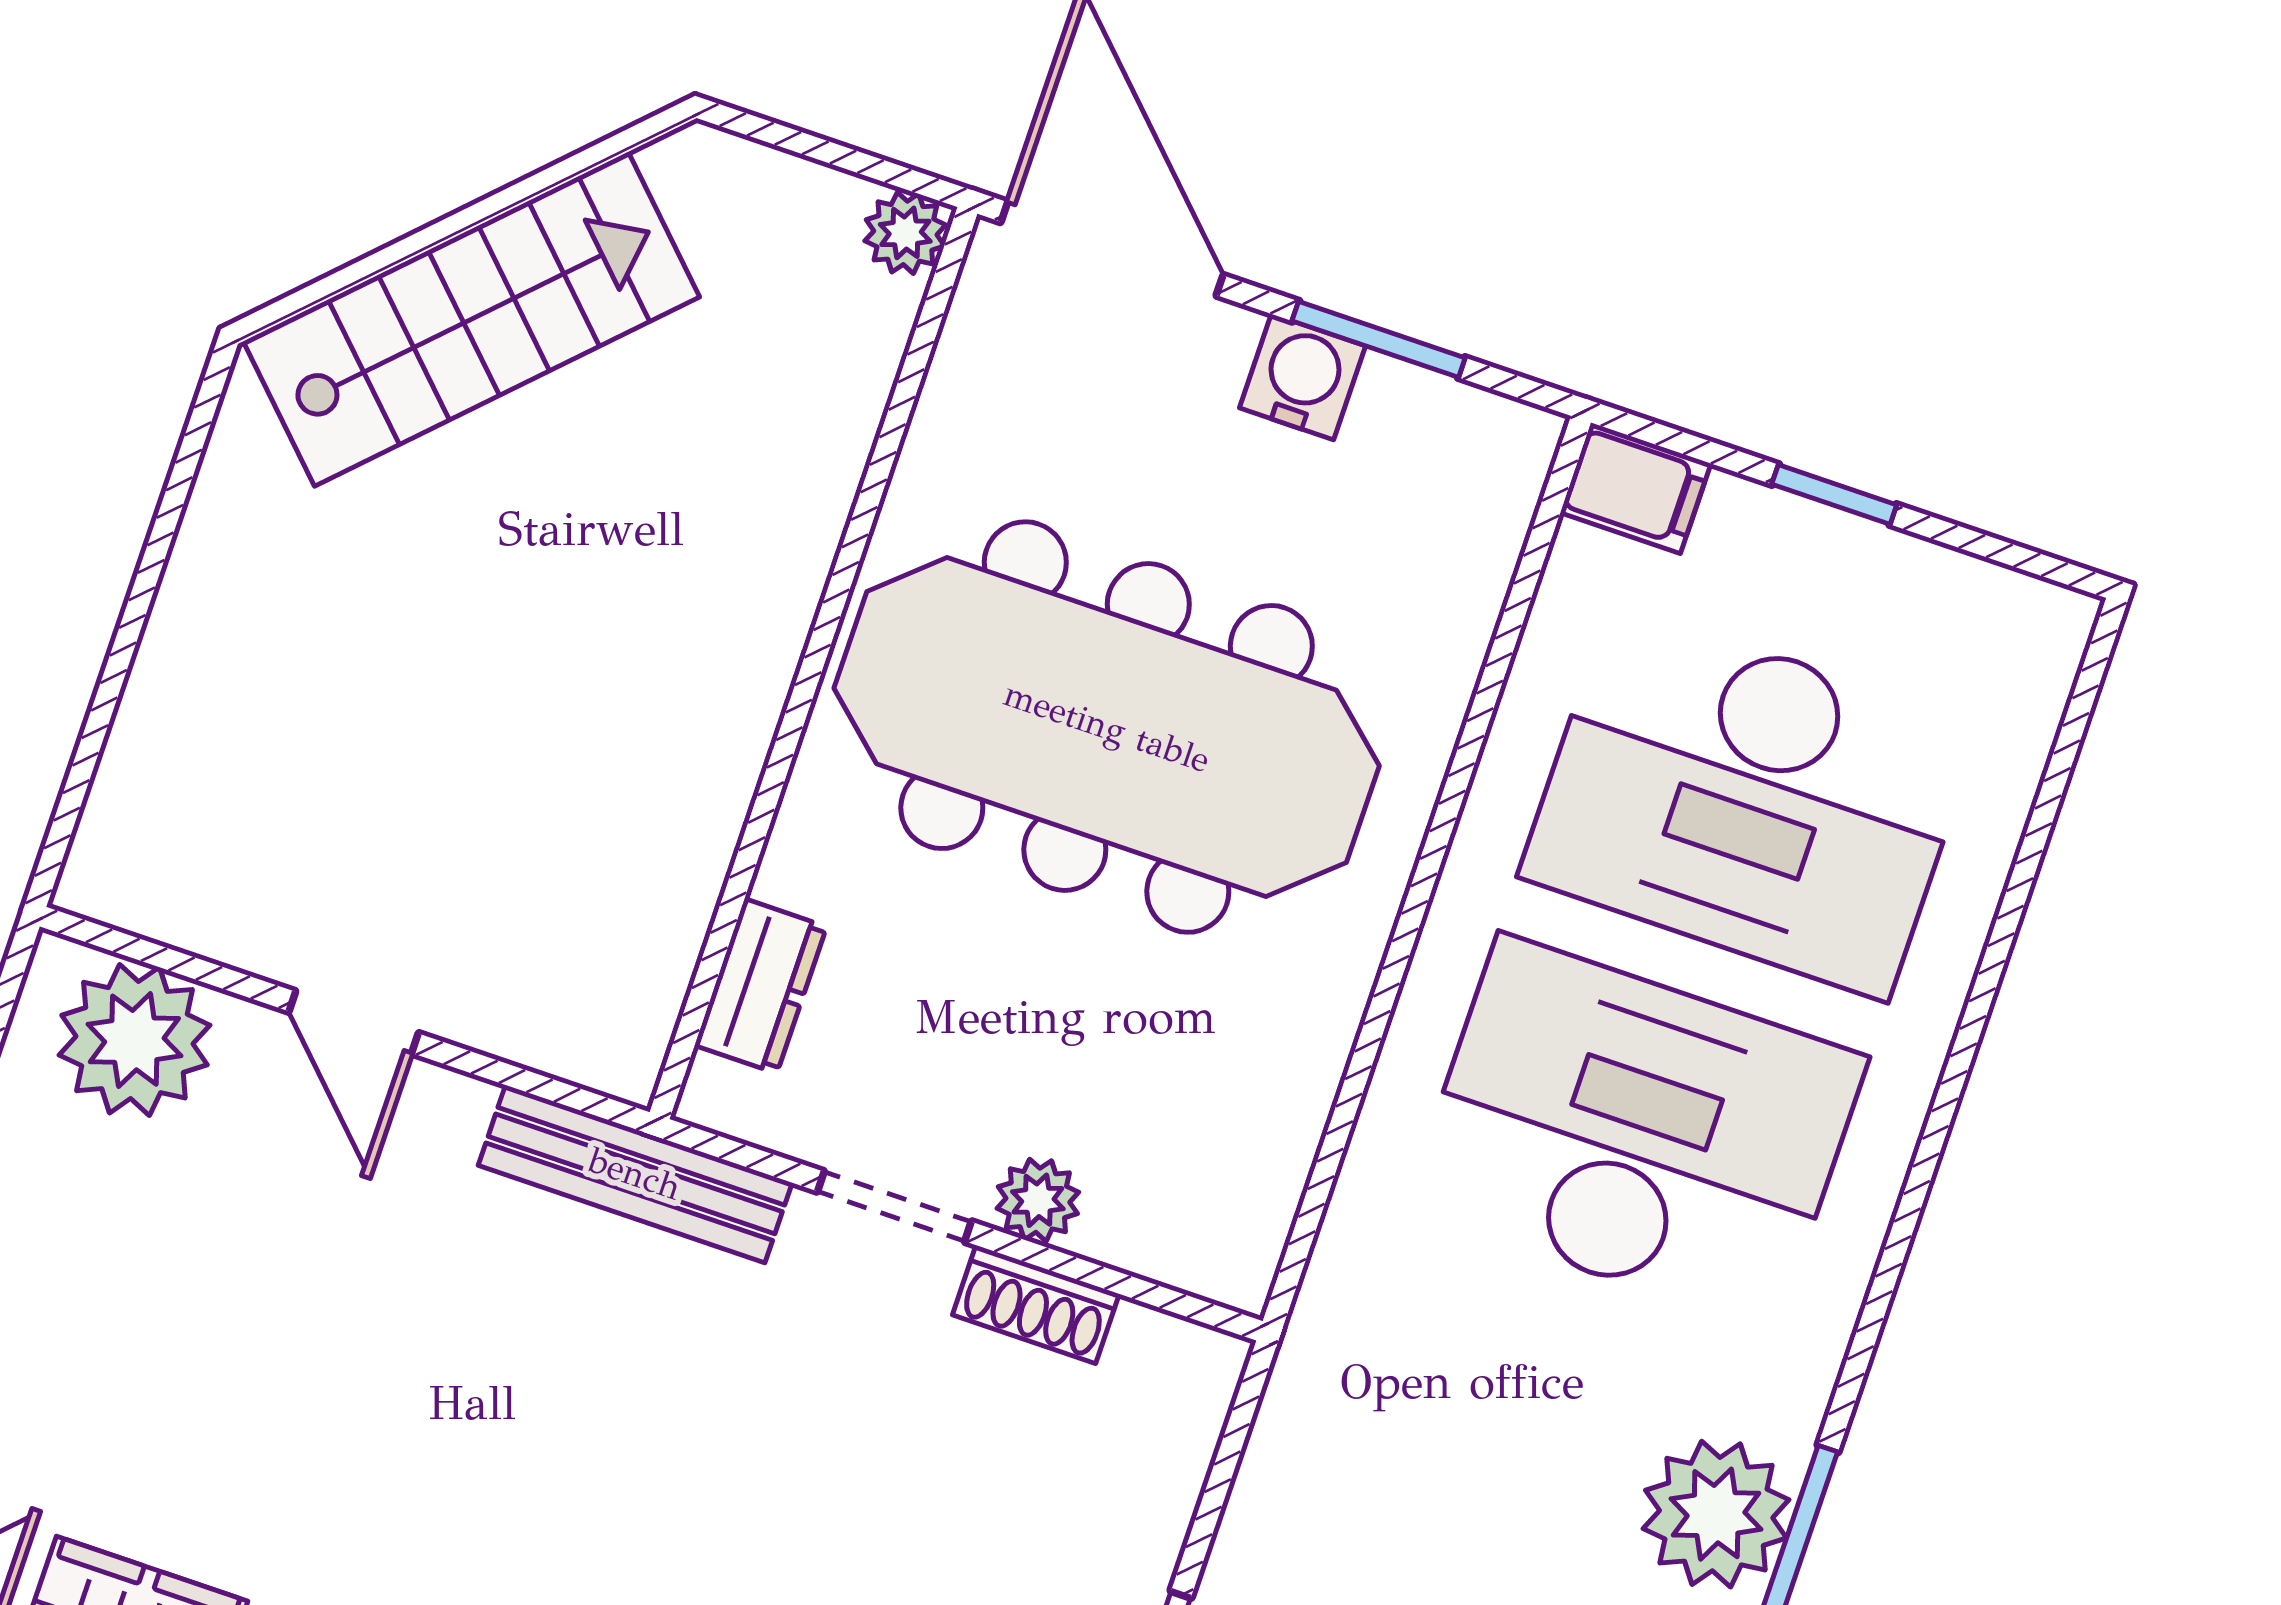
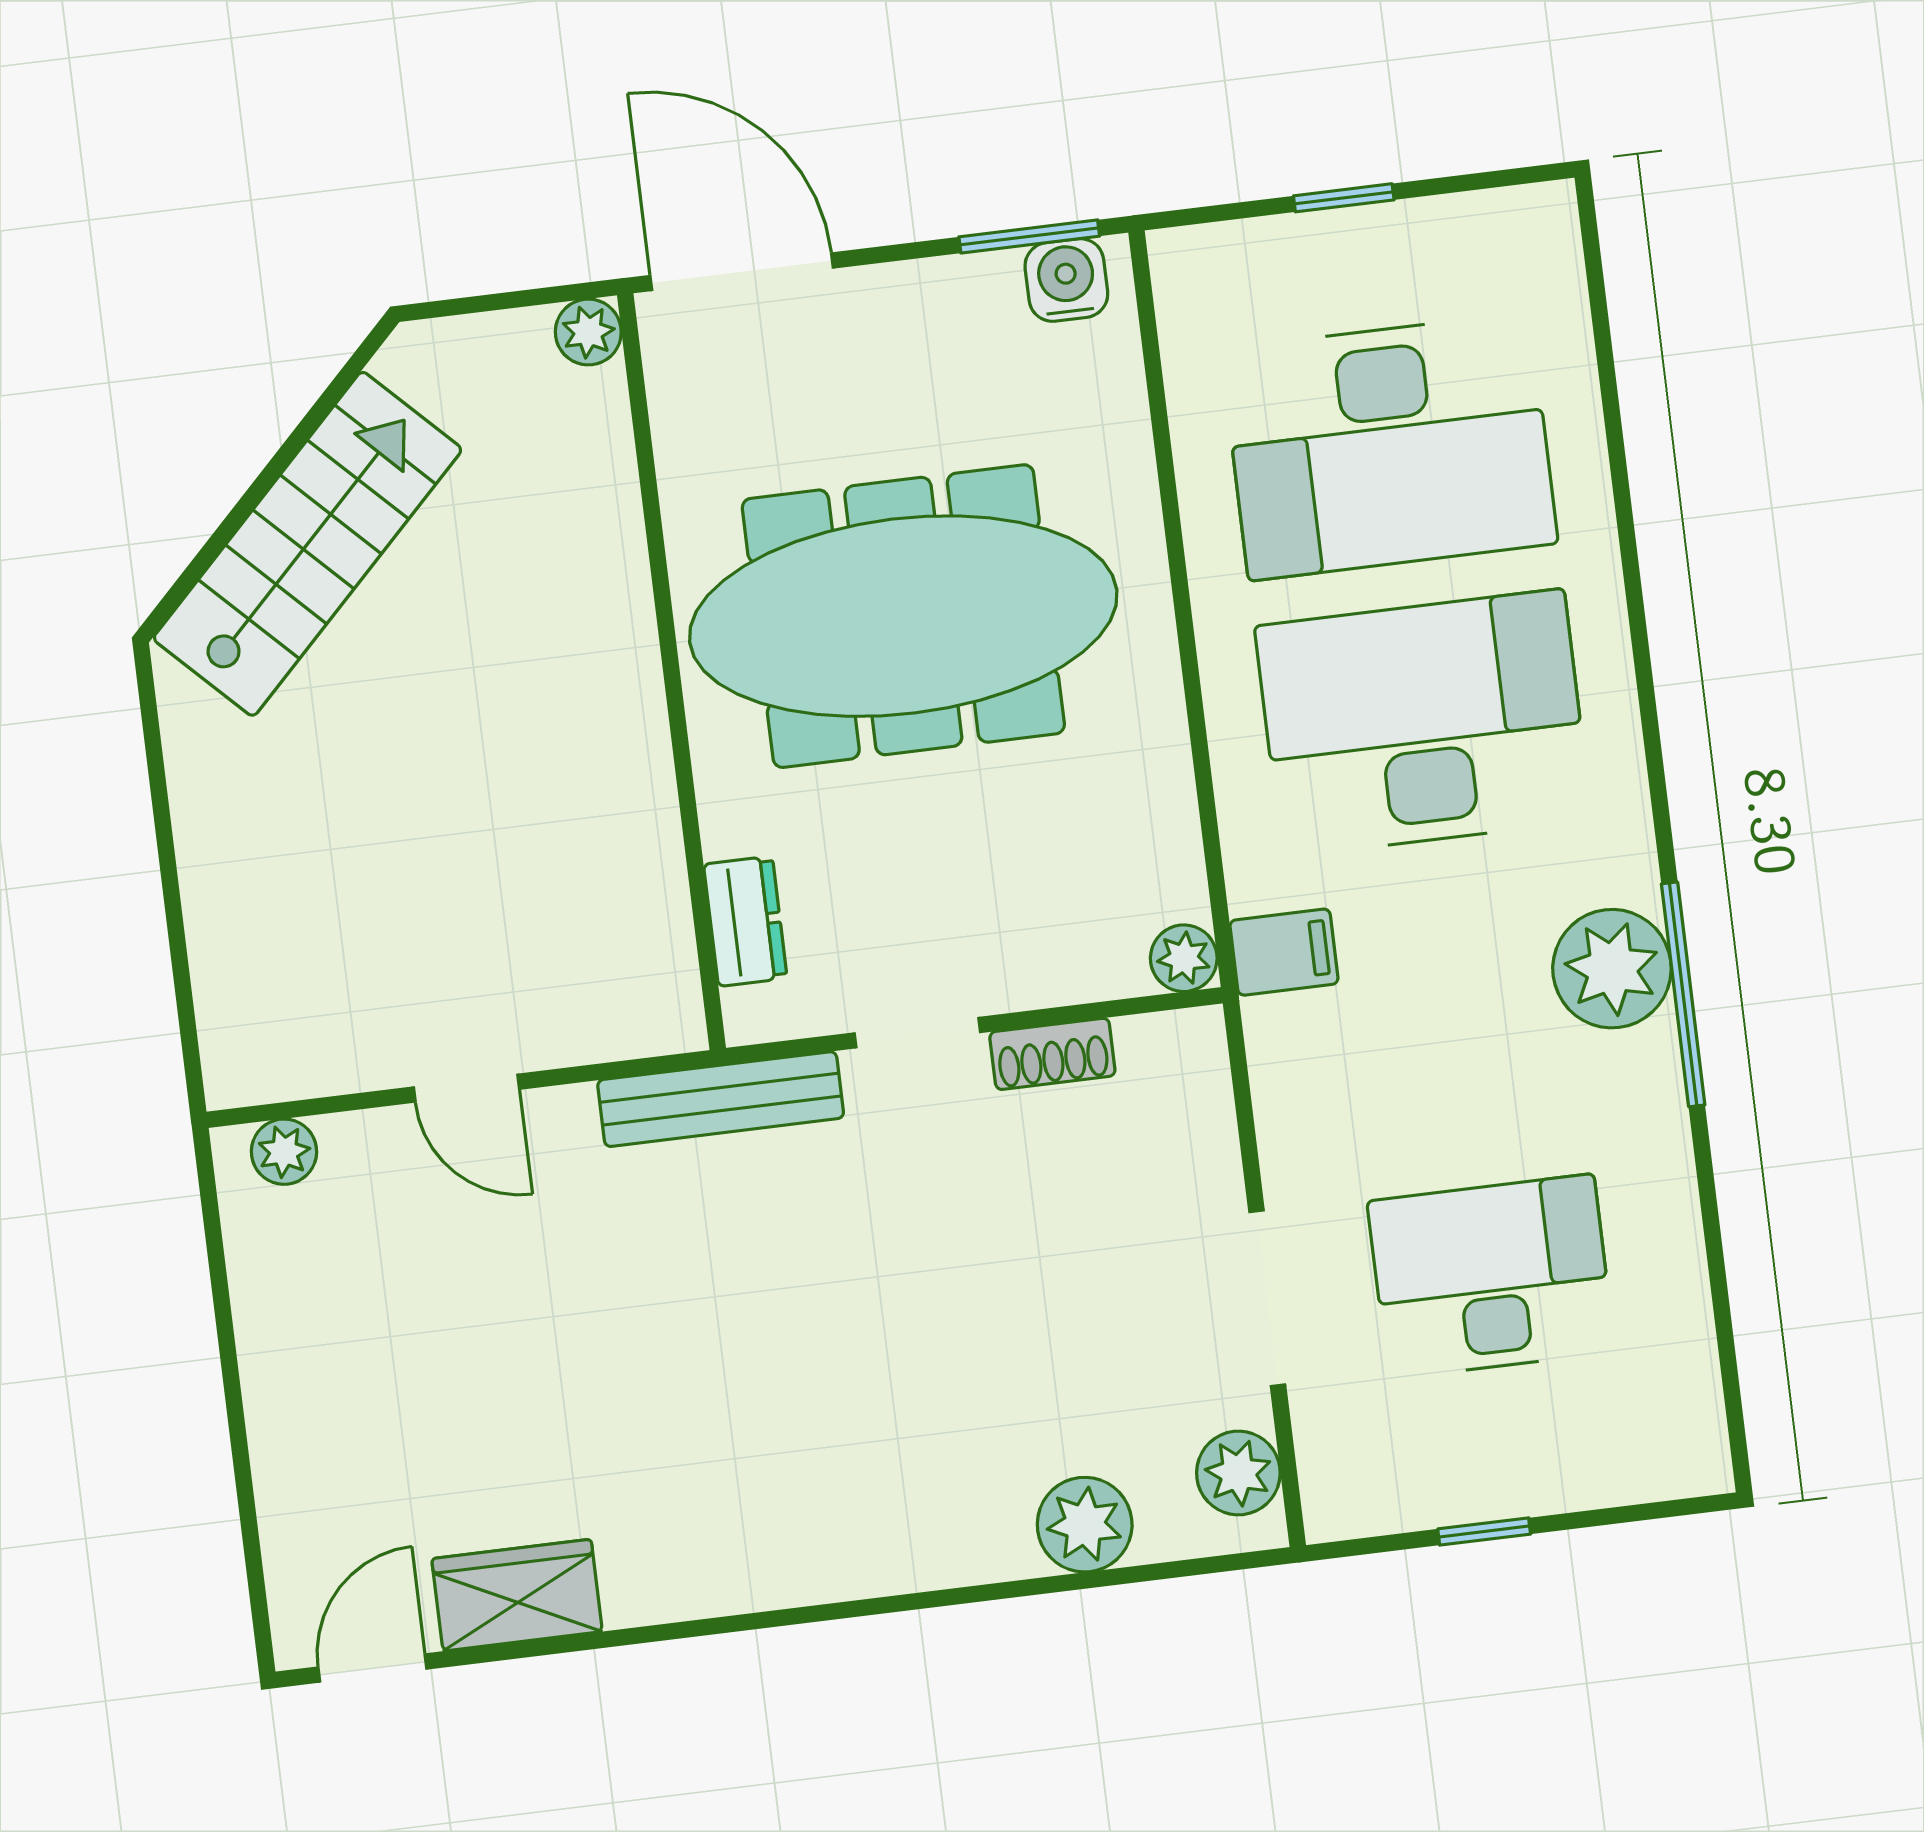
window: (1379, 339) -> (1029, 236), moved
water cooler: (1302, 377) -> (1066, 280), moved
filing cabinet: (1635, 488) -> (1284, 952), moved
plant: (134, 1040) -> (284, 1152), width x0.53, depth x0.53
plant: (1038, 1200) -> (1184, 958), moved

